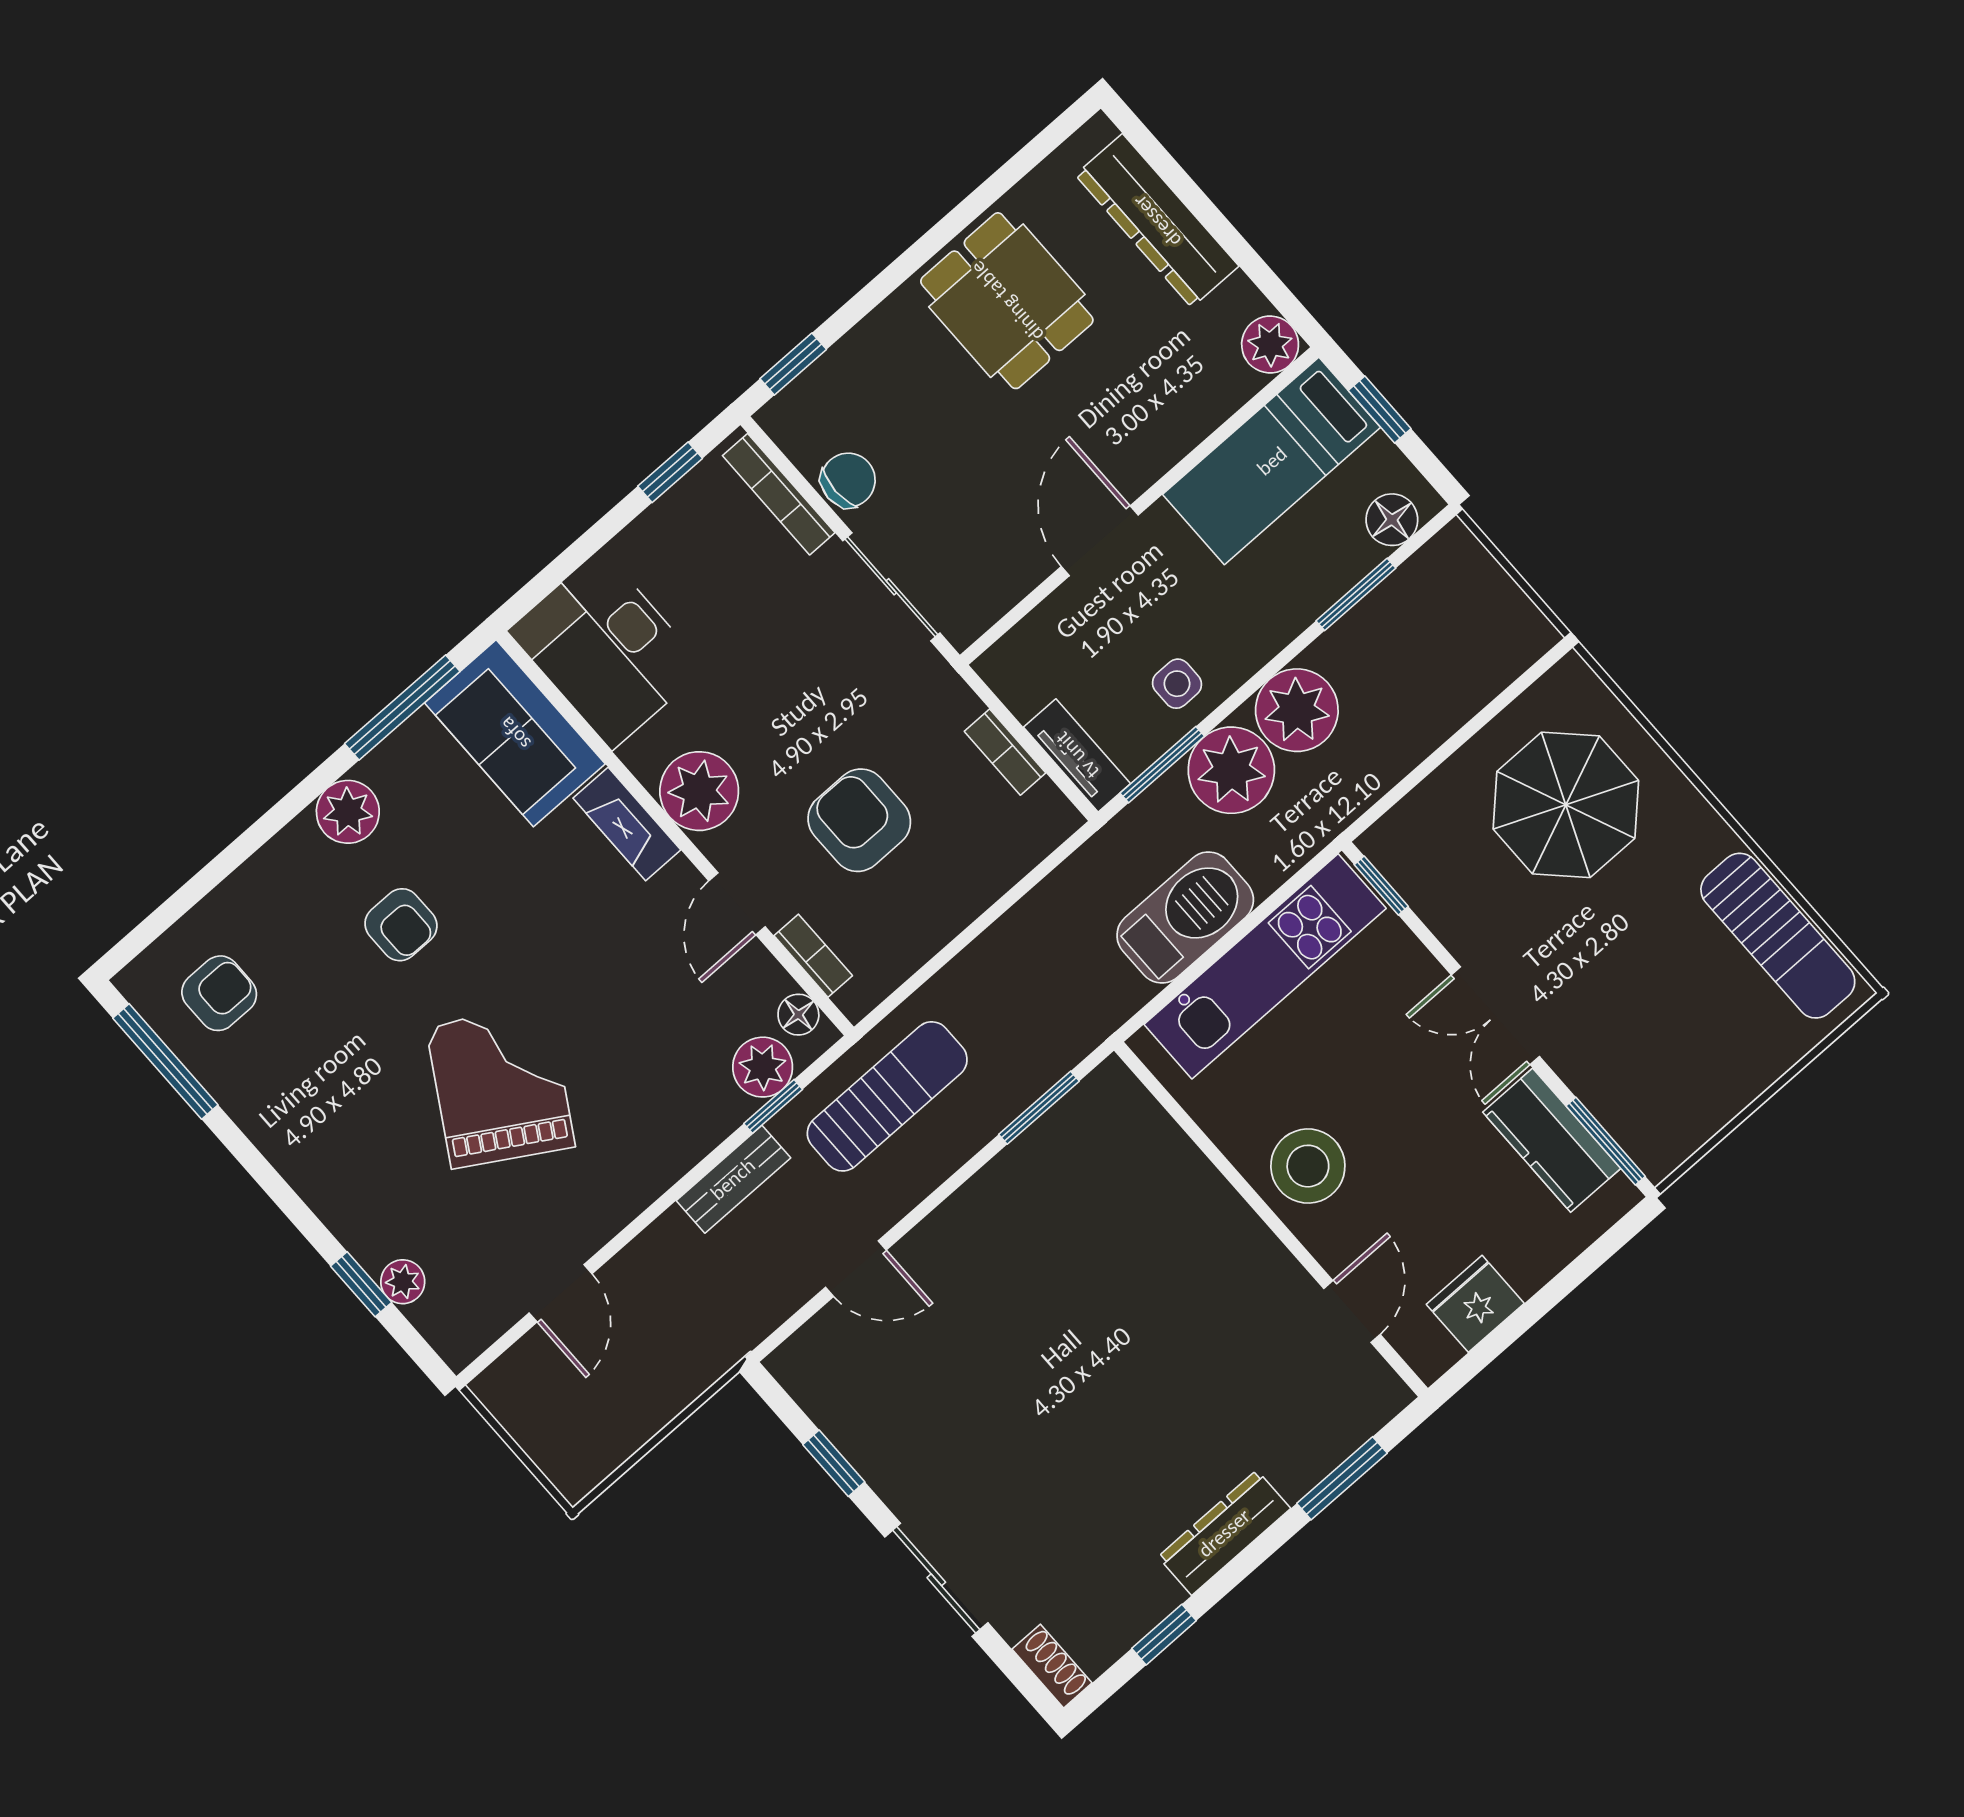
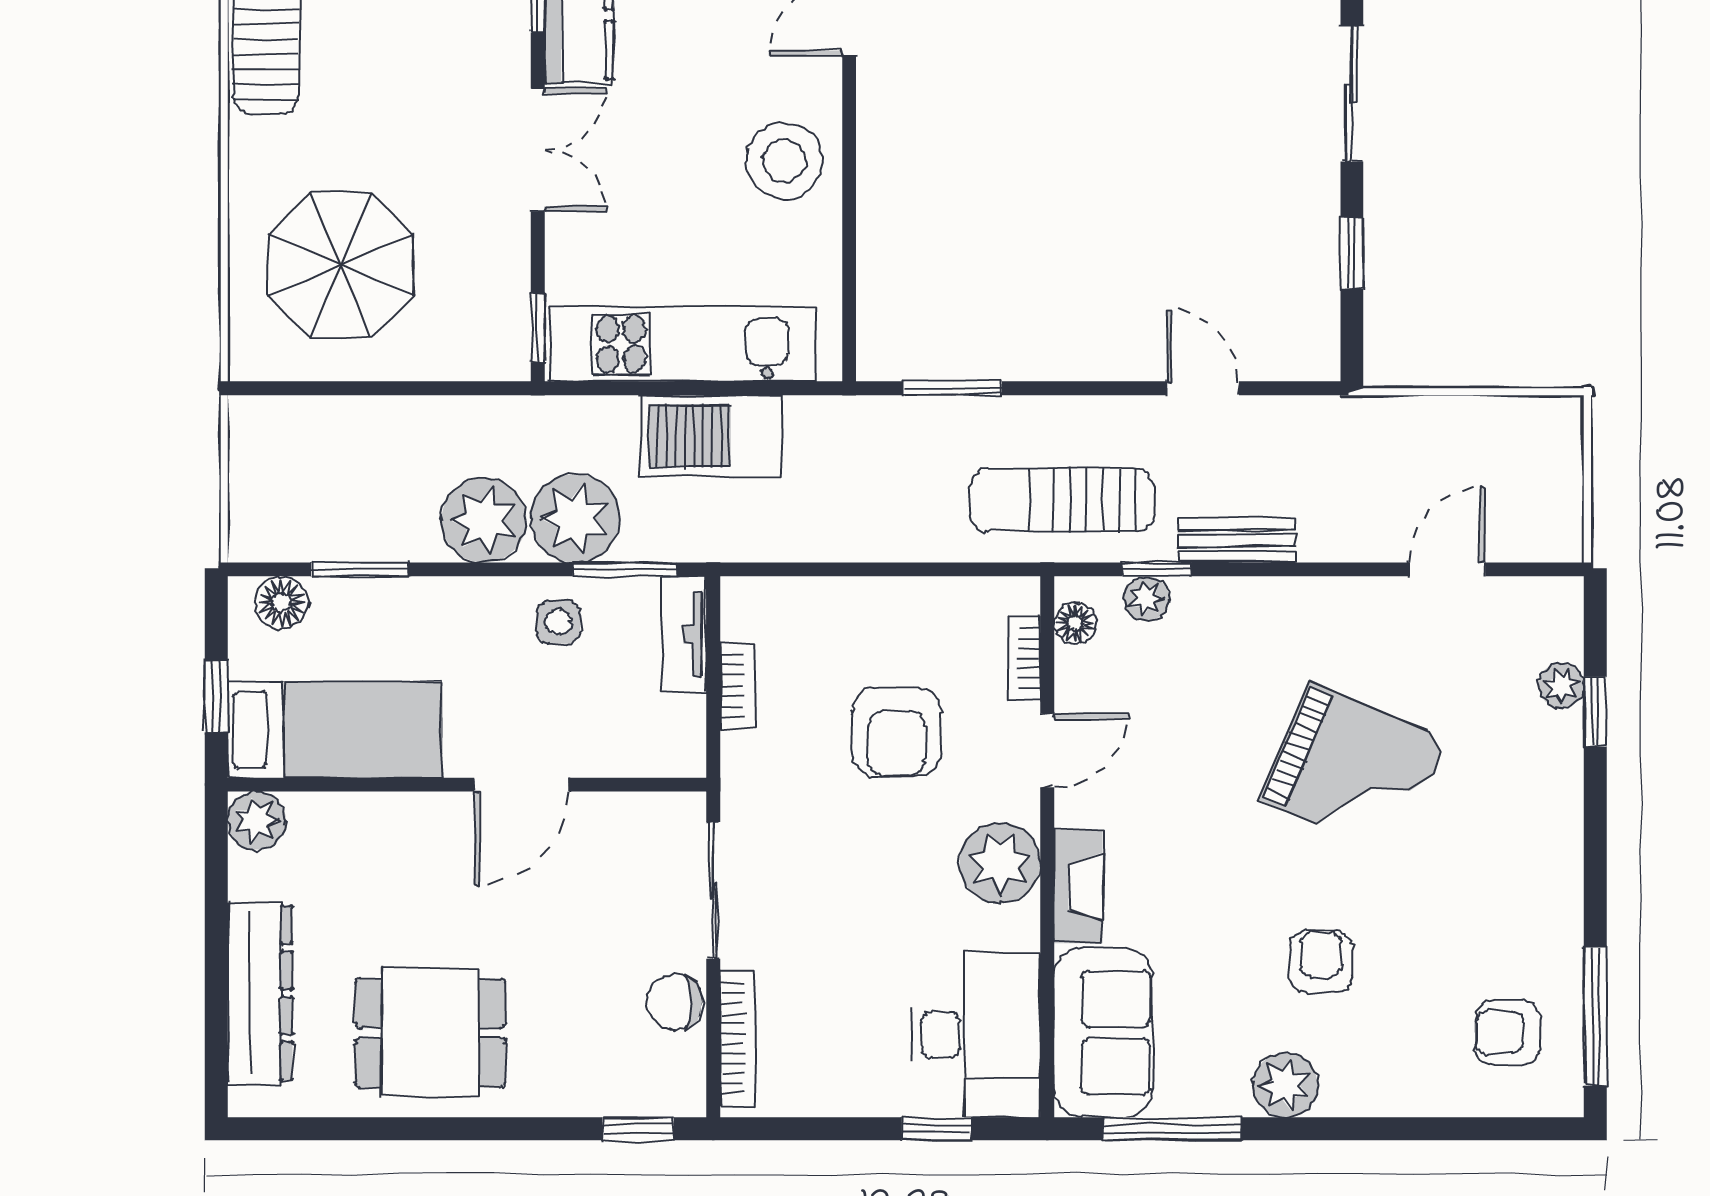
dining table: (1007, 301) -> (430, 1033), turned 90
window: (670, 472) -> (936, 1129), moved
plant: (763, 1067) -> (1147, 599), width x0.73, depth x0.73
grand piano: (500, 1086) -> (1354, 770), turned -98

